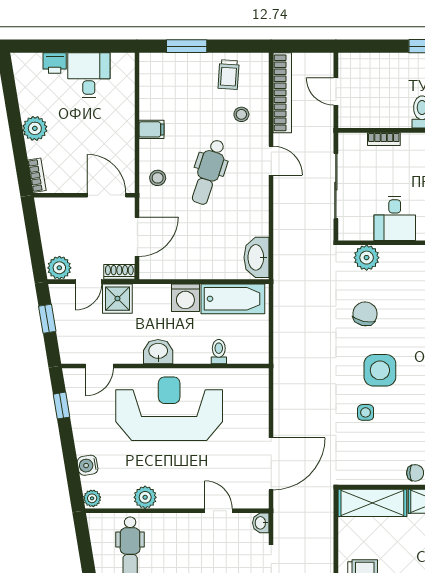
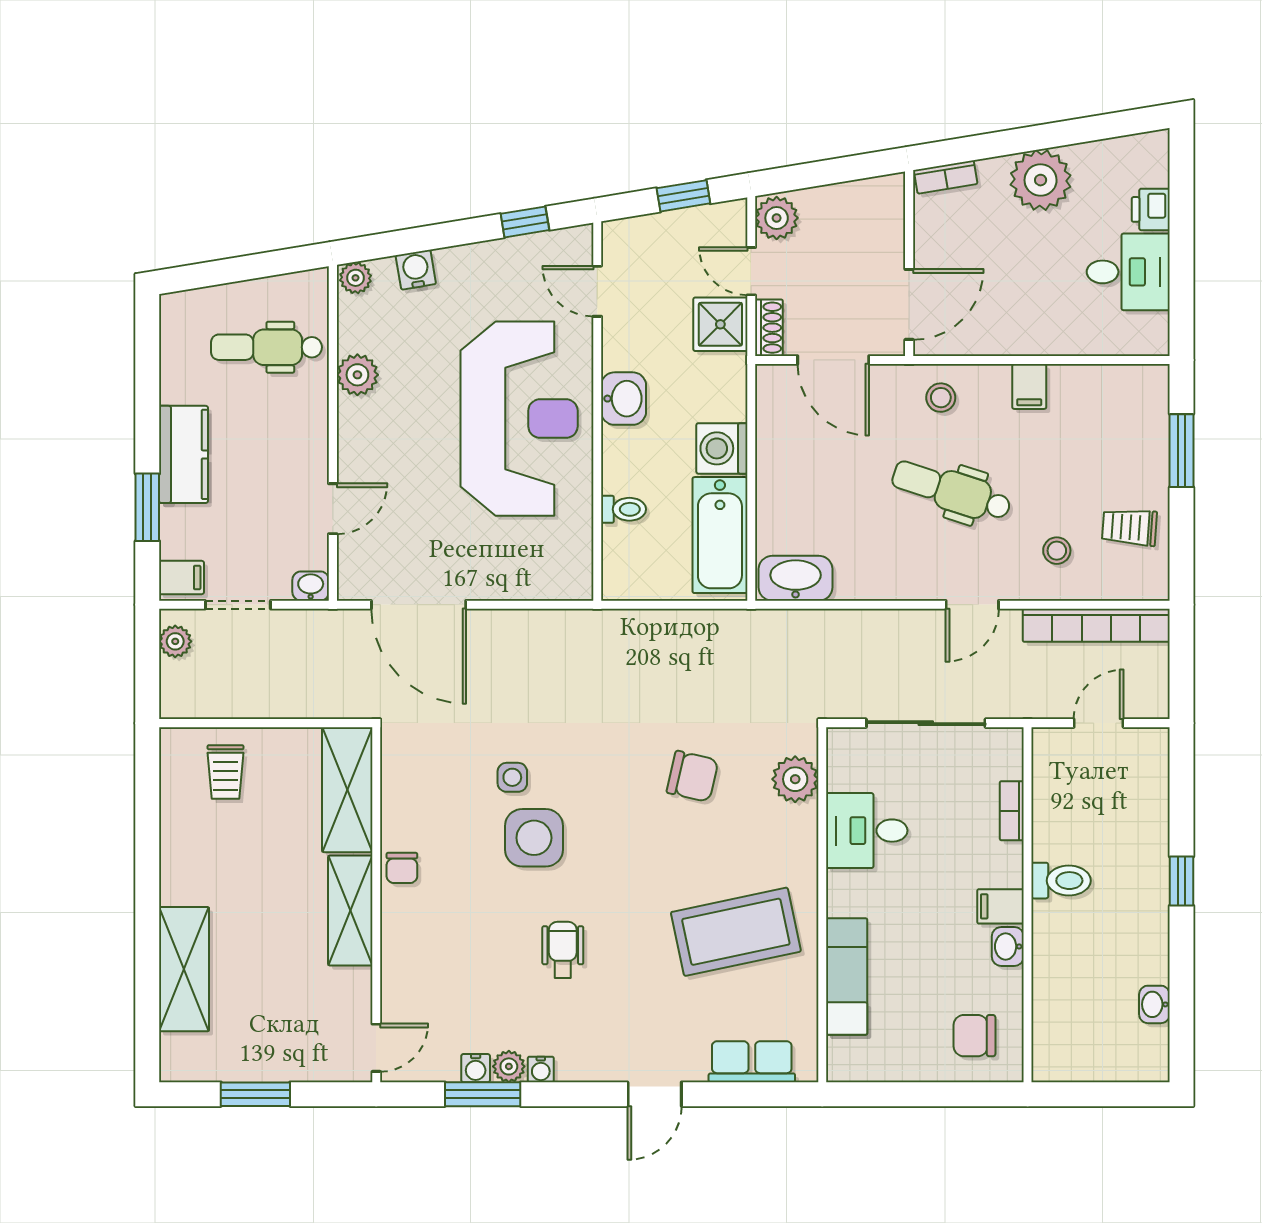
plant: (35, 128) -> (1041, 180), width x1.36, depth x1.36
side table: (380, 370) -> (534, 838), moved

